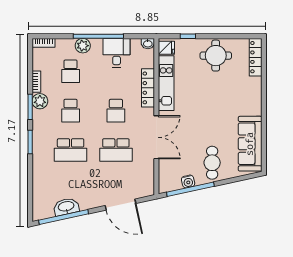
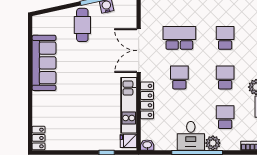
desk: (117, 53) -> (191, 136), moved
round table: (216, 56) -> (79, 133), removed
locker: (256, 57) -> (39, 138), width x0.66
sofa: (250, 144) -> (44, 63), moved
school desk: (71, 150) -> (225, 38), width x0.54

